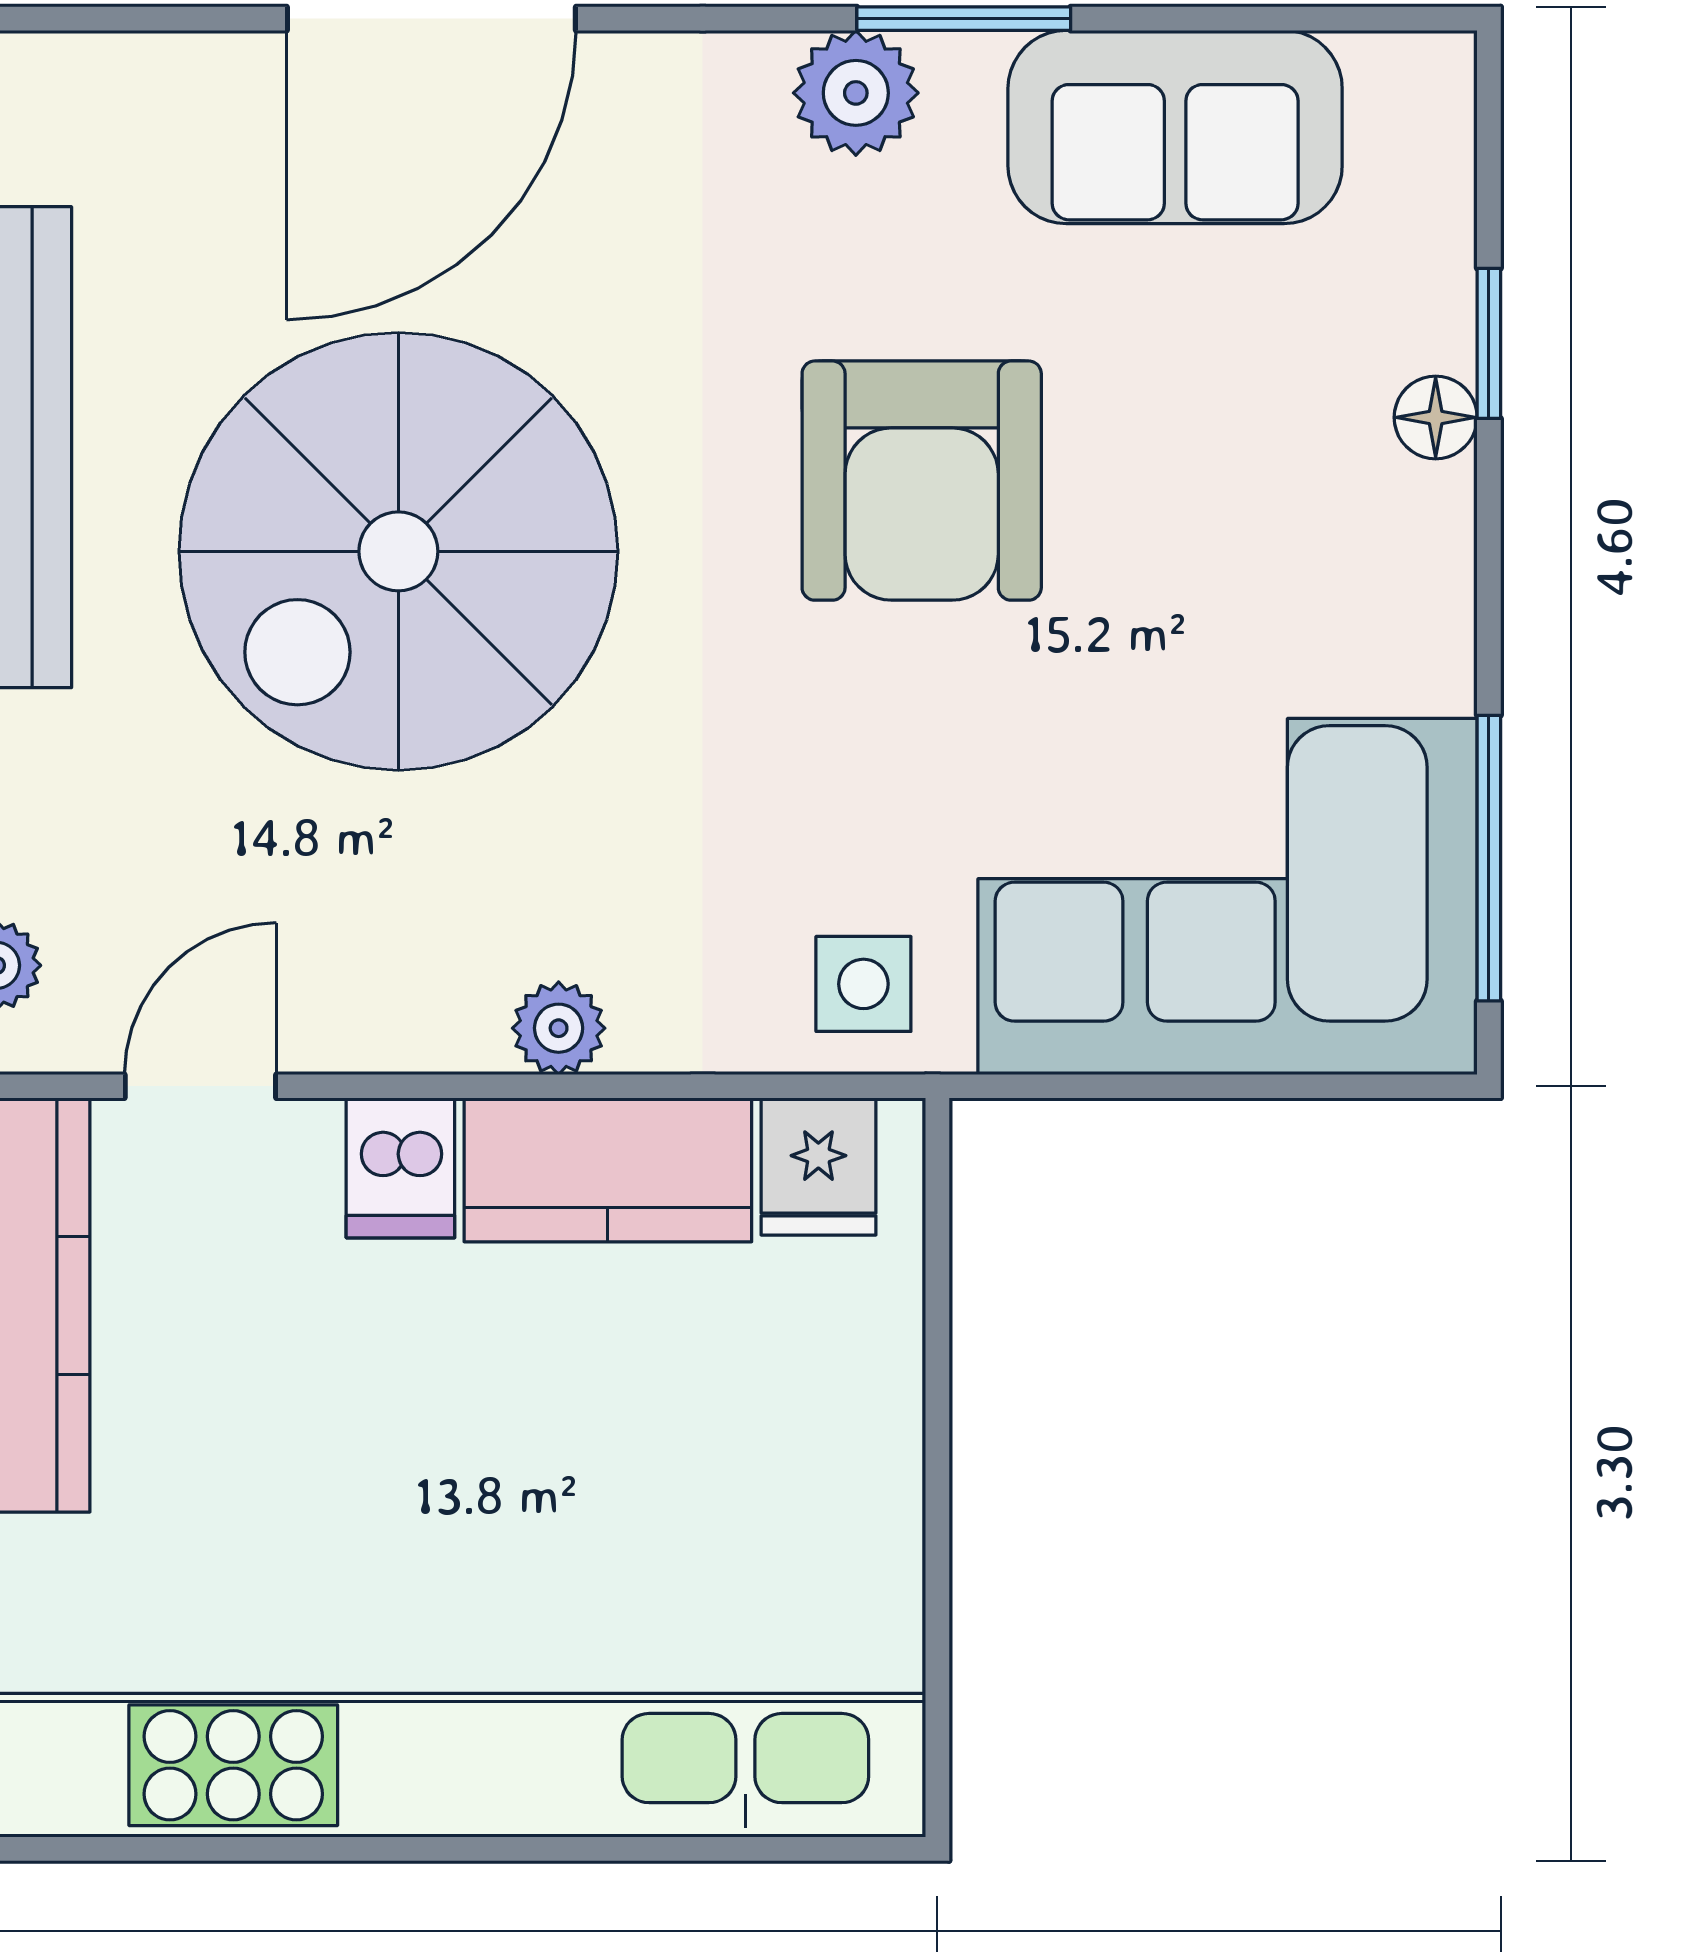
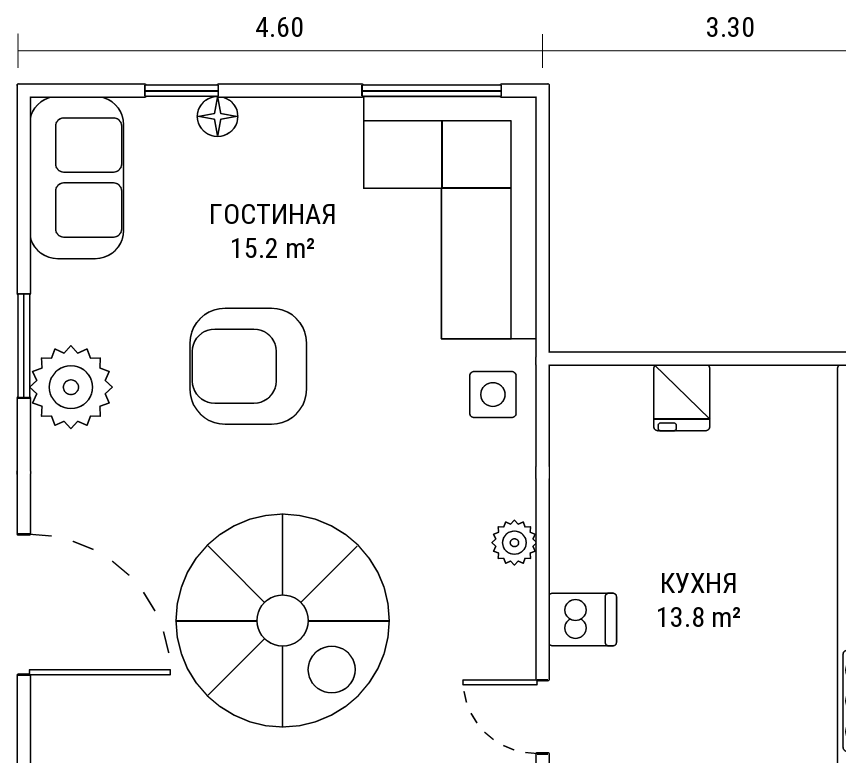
plant: (856, 93) -> (71, 387), width x1.36, depth x1.36
sofa: (1175, 127) -> (76, 178), moved
armchair: (922, 481) -> (248, 366), turned 180
fridge: (818, 1167) -> (682, 398), moved, turned 90
kitchen counter: (608, 1170) -> (583, 519), removed

